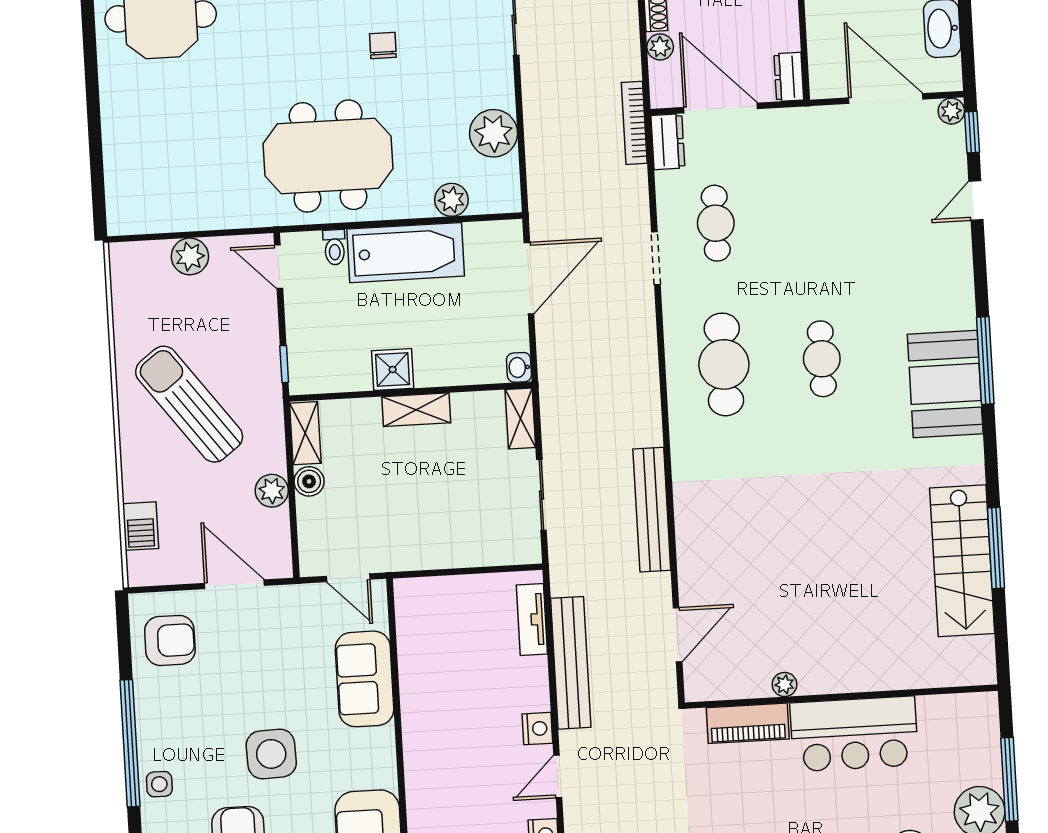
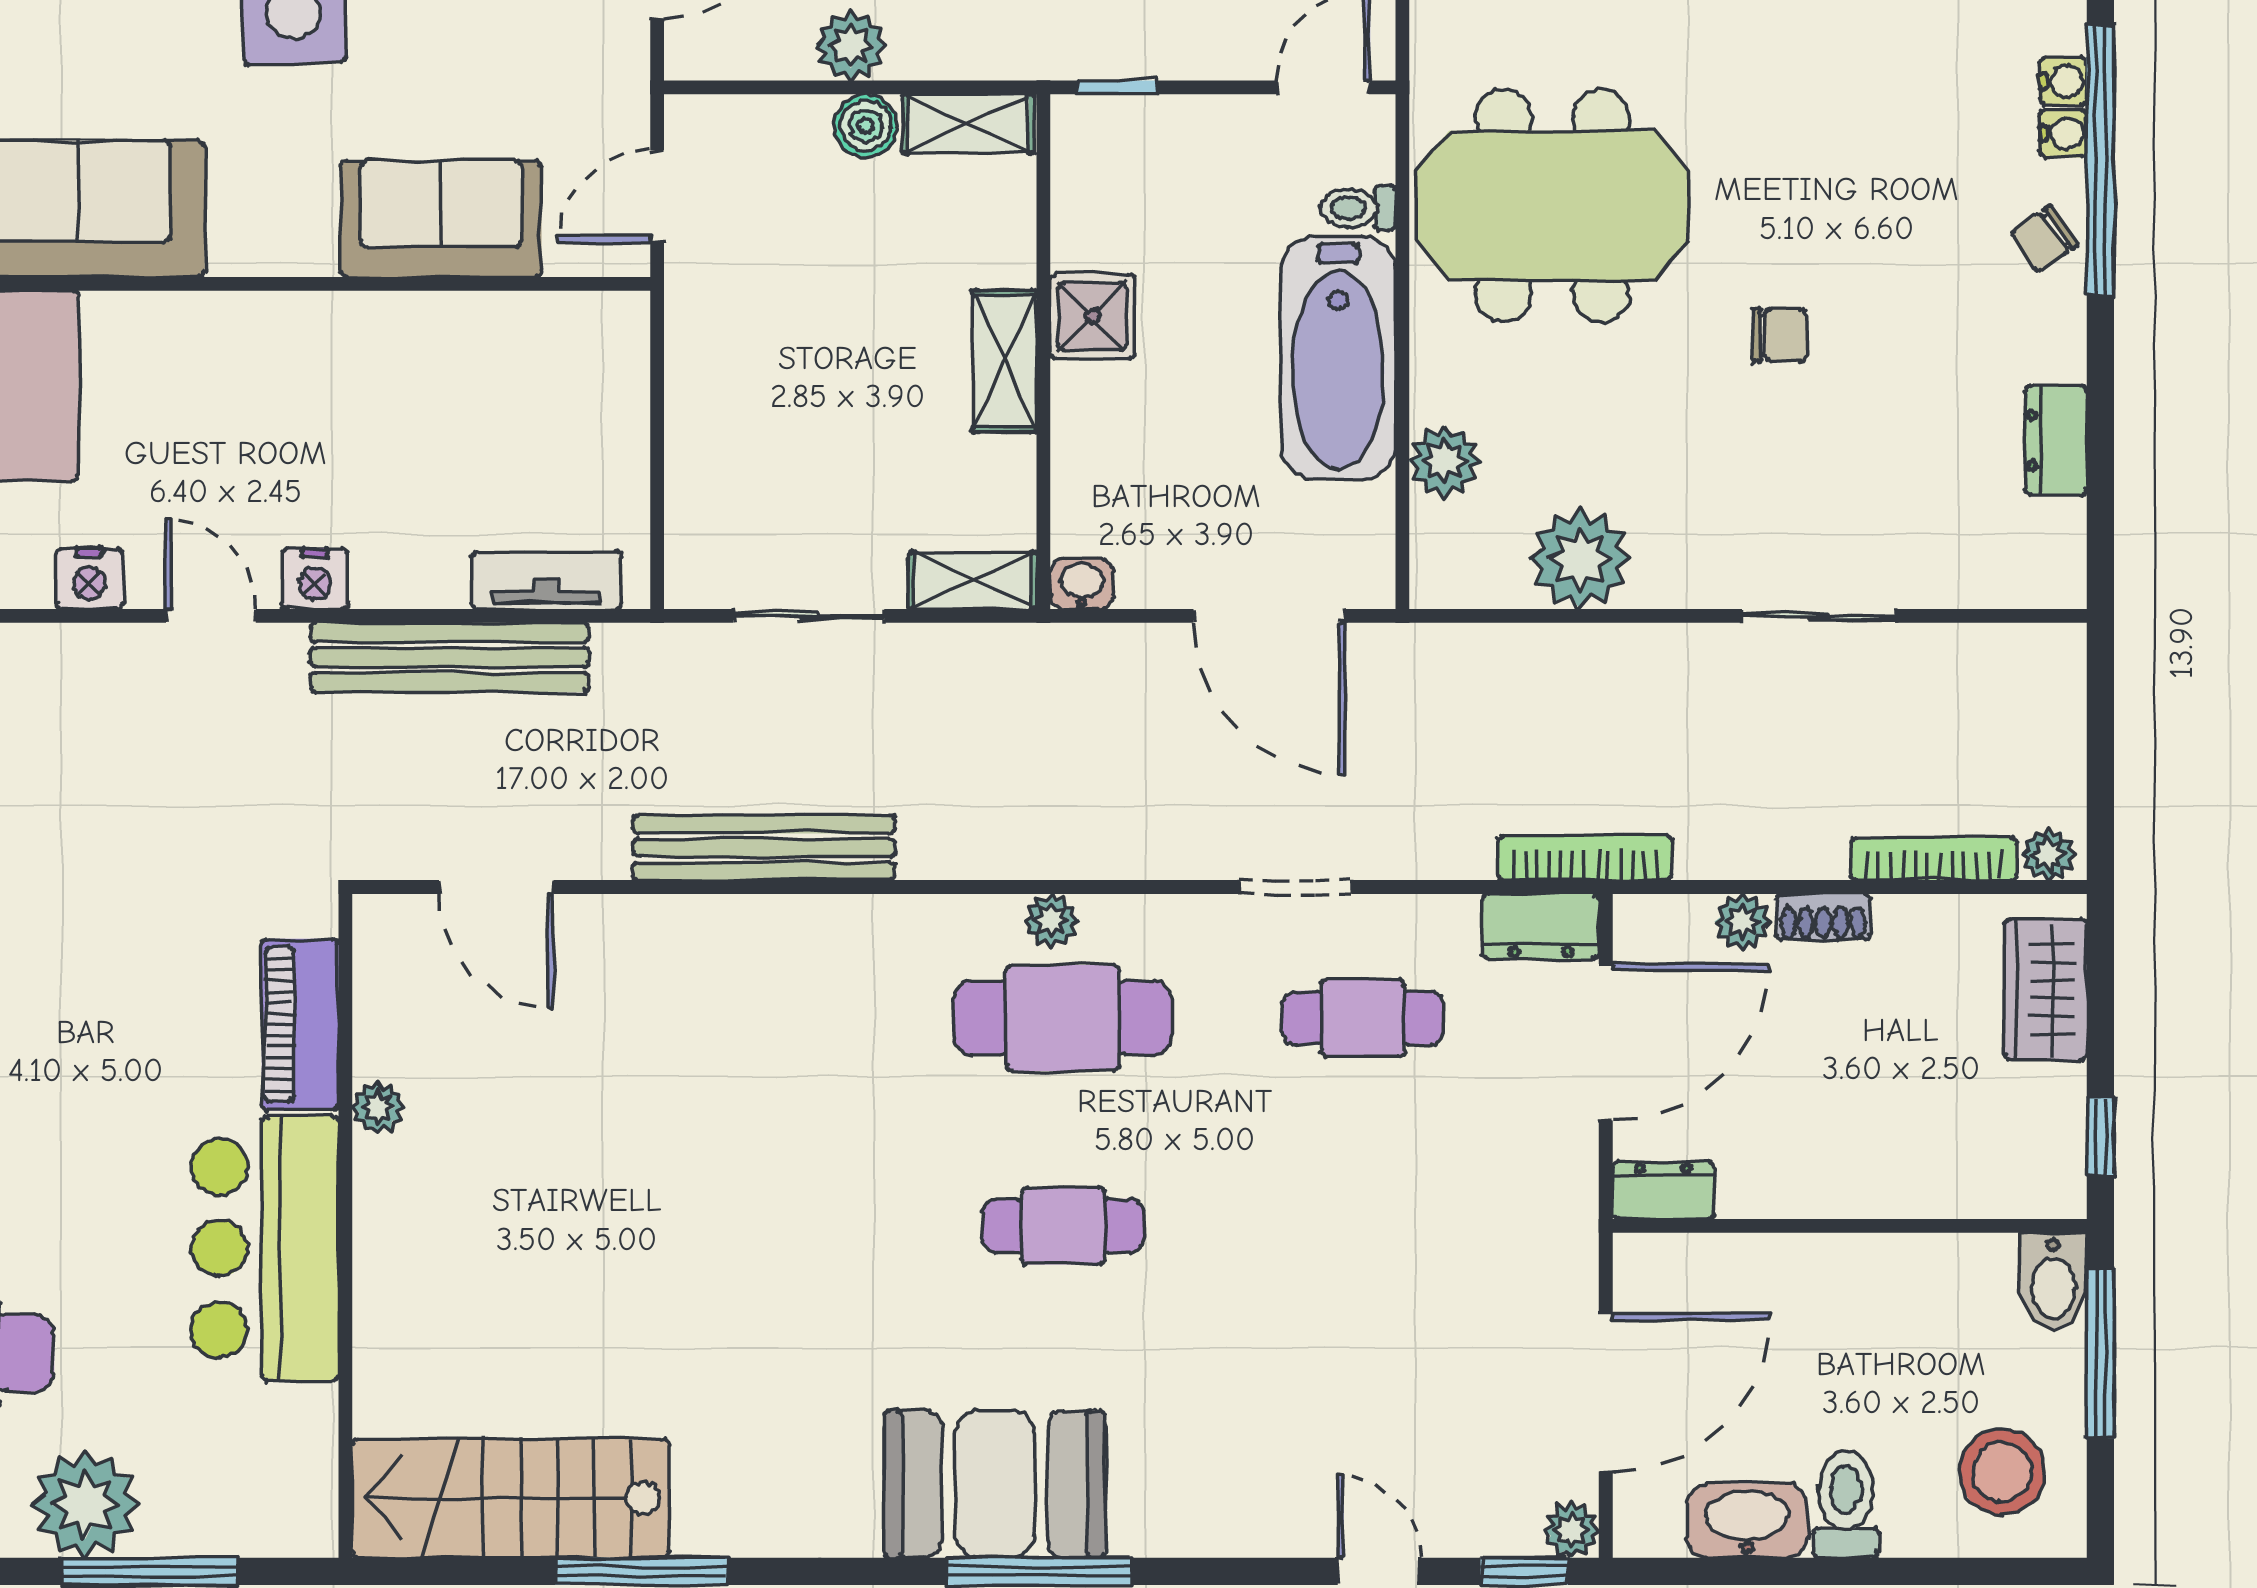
meeting table: (328, 156) -> (1552, 206), turned 90
plant: (678, 373) -> (1051, 921), added
stairs: (962, 561) -> (510, 1498), moved

